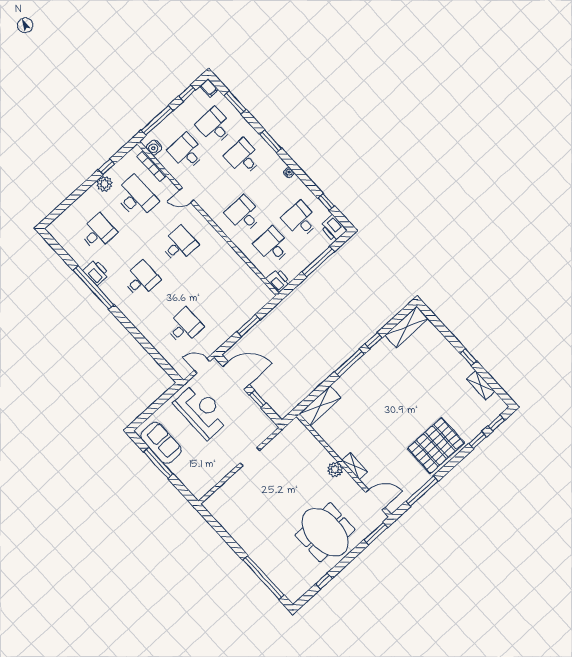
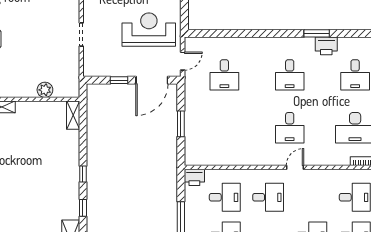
door: (186, 195) -> (295, 167), moved
window: (94, 287) -> (317, 33), width x0.47
window: (349, 363) -> (83, 174), width x0.46
shelving: (320, 406) -> (73, 115), width x0.67, depth x0.75
reception desk: (202, 411) -> (149, 30), turned 180
plant: (335, 469) -> (45, 90), moved

